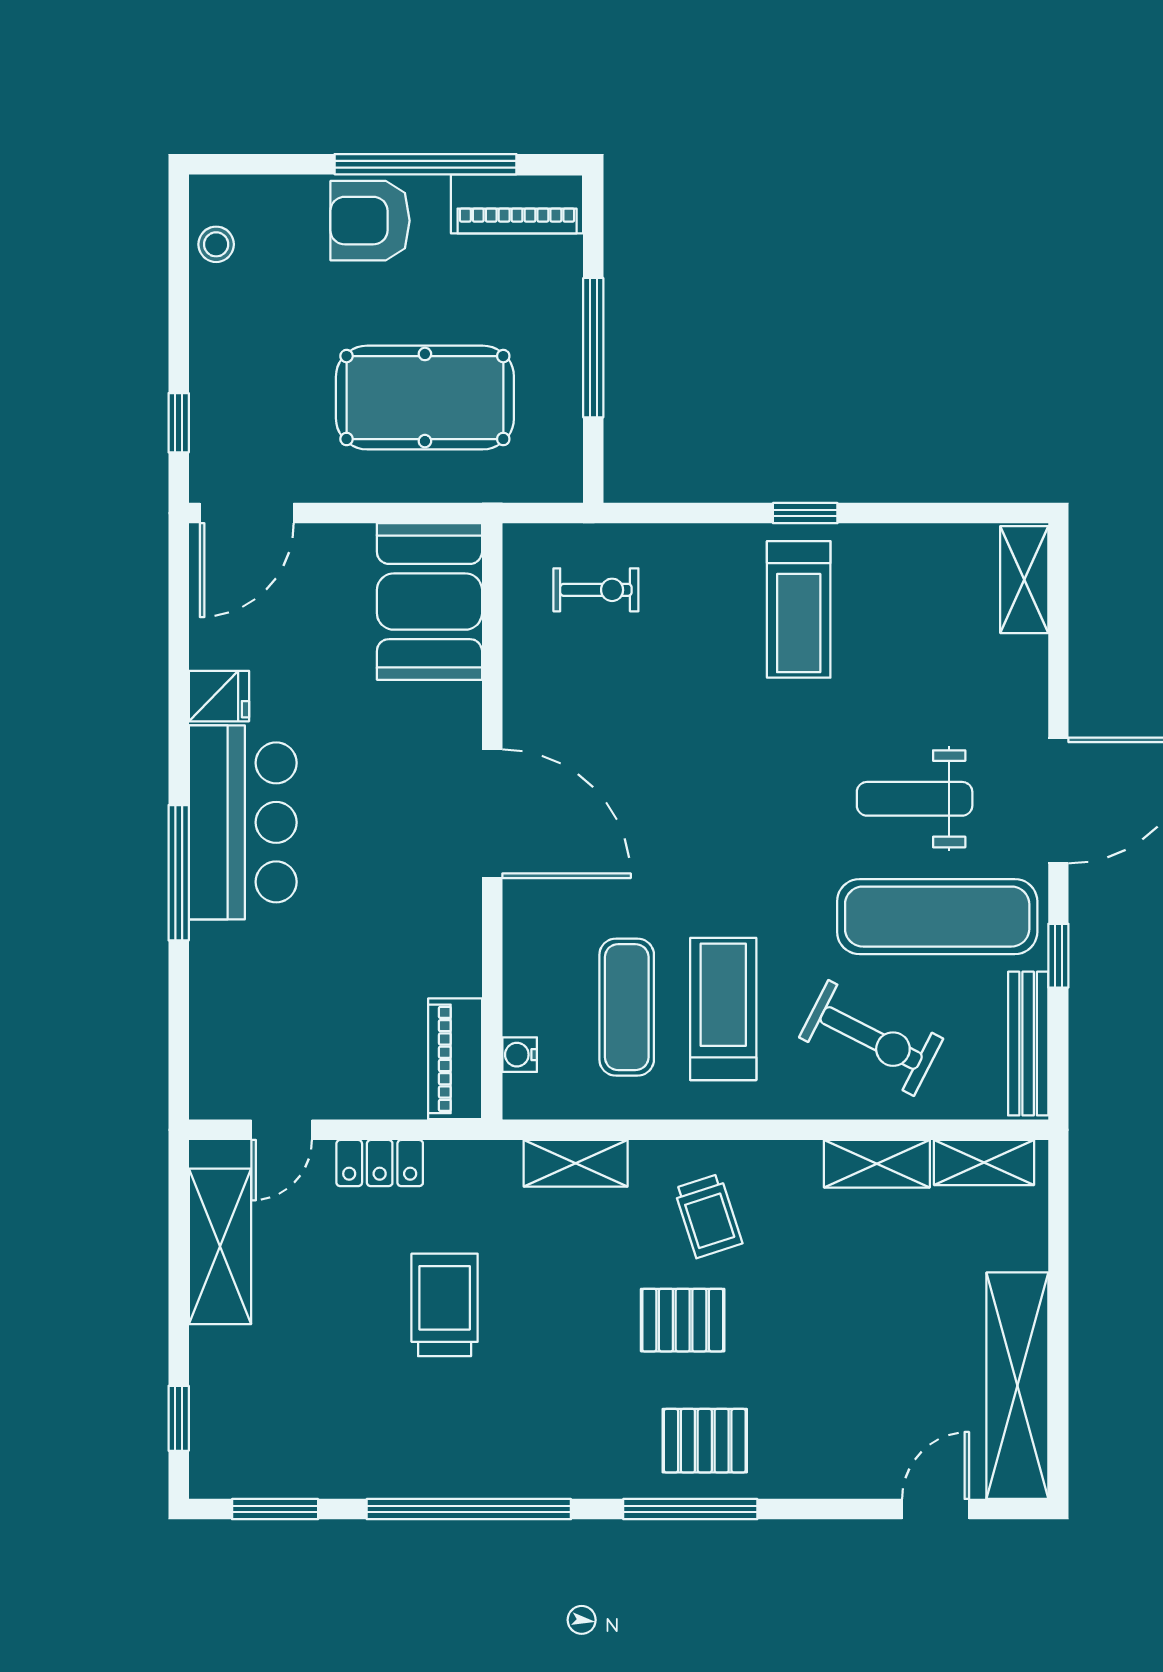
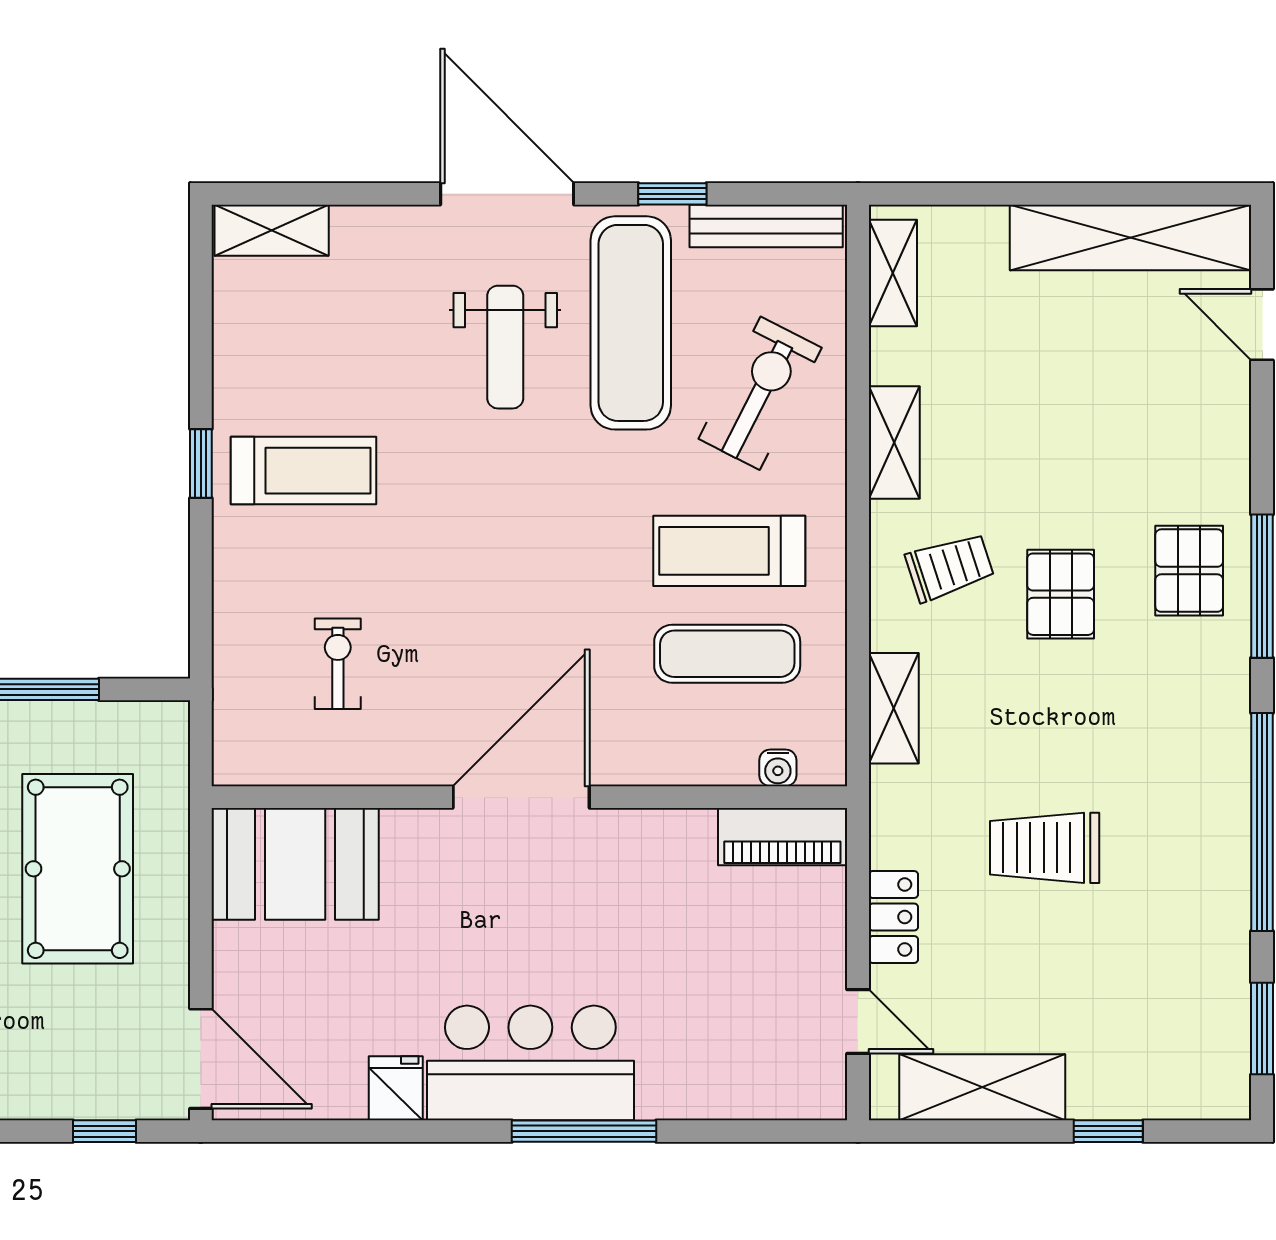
exercise bike: (596, 590) -> (338, 664), moved
shelving: (877, 1164) -> (894, 443), moved
window: (179, 1418) -> (1108, 1131), moved

